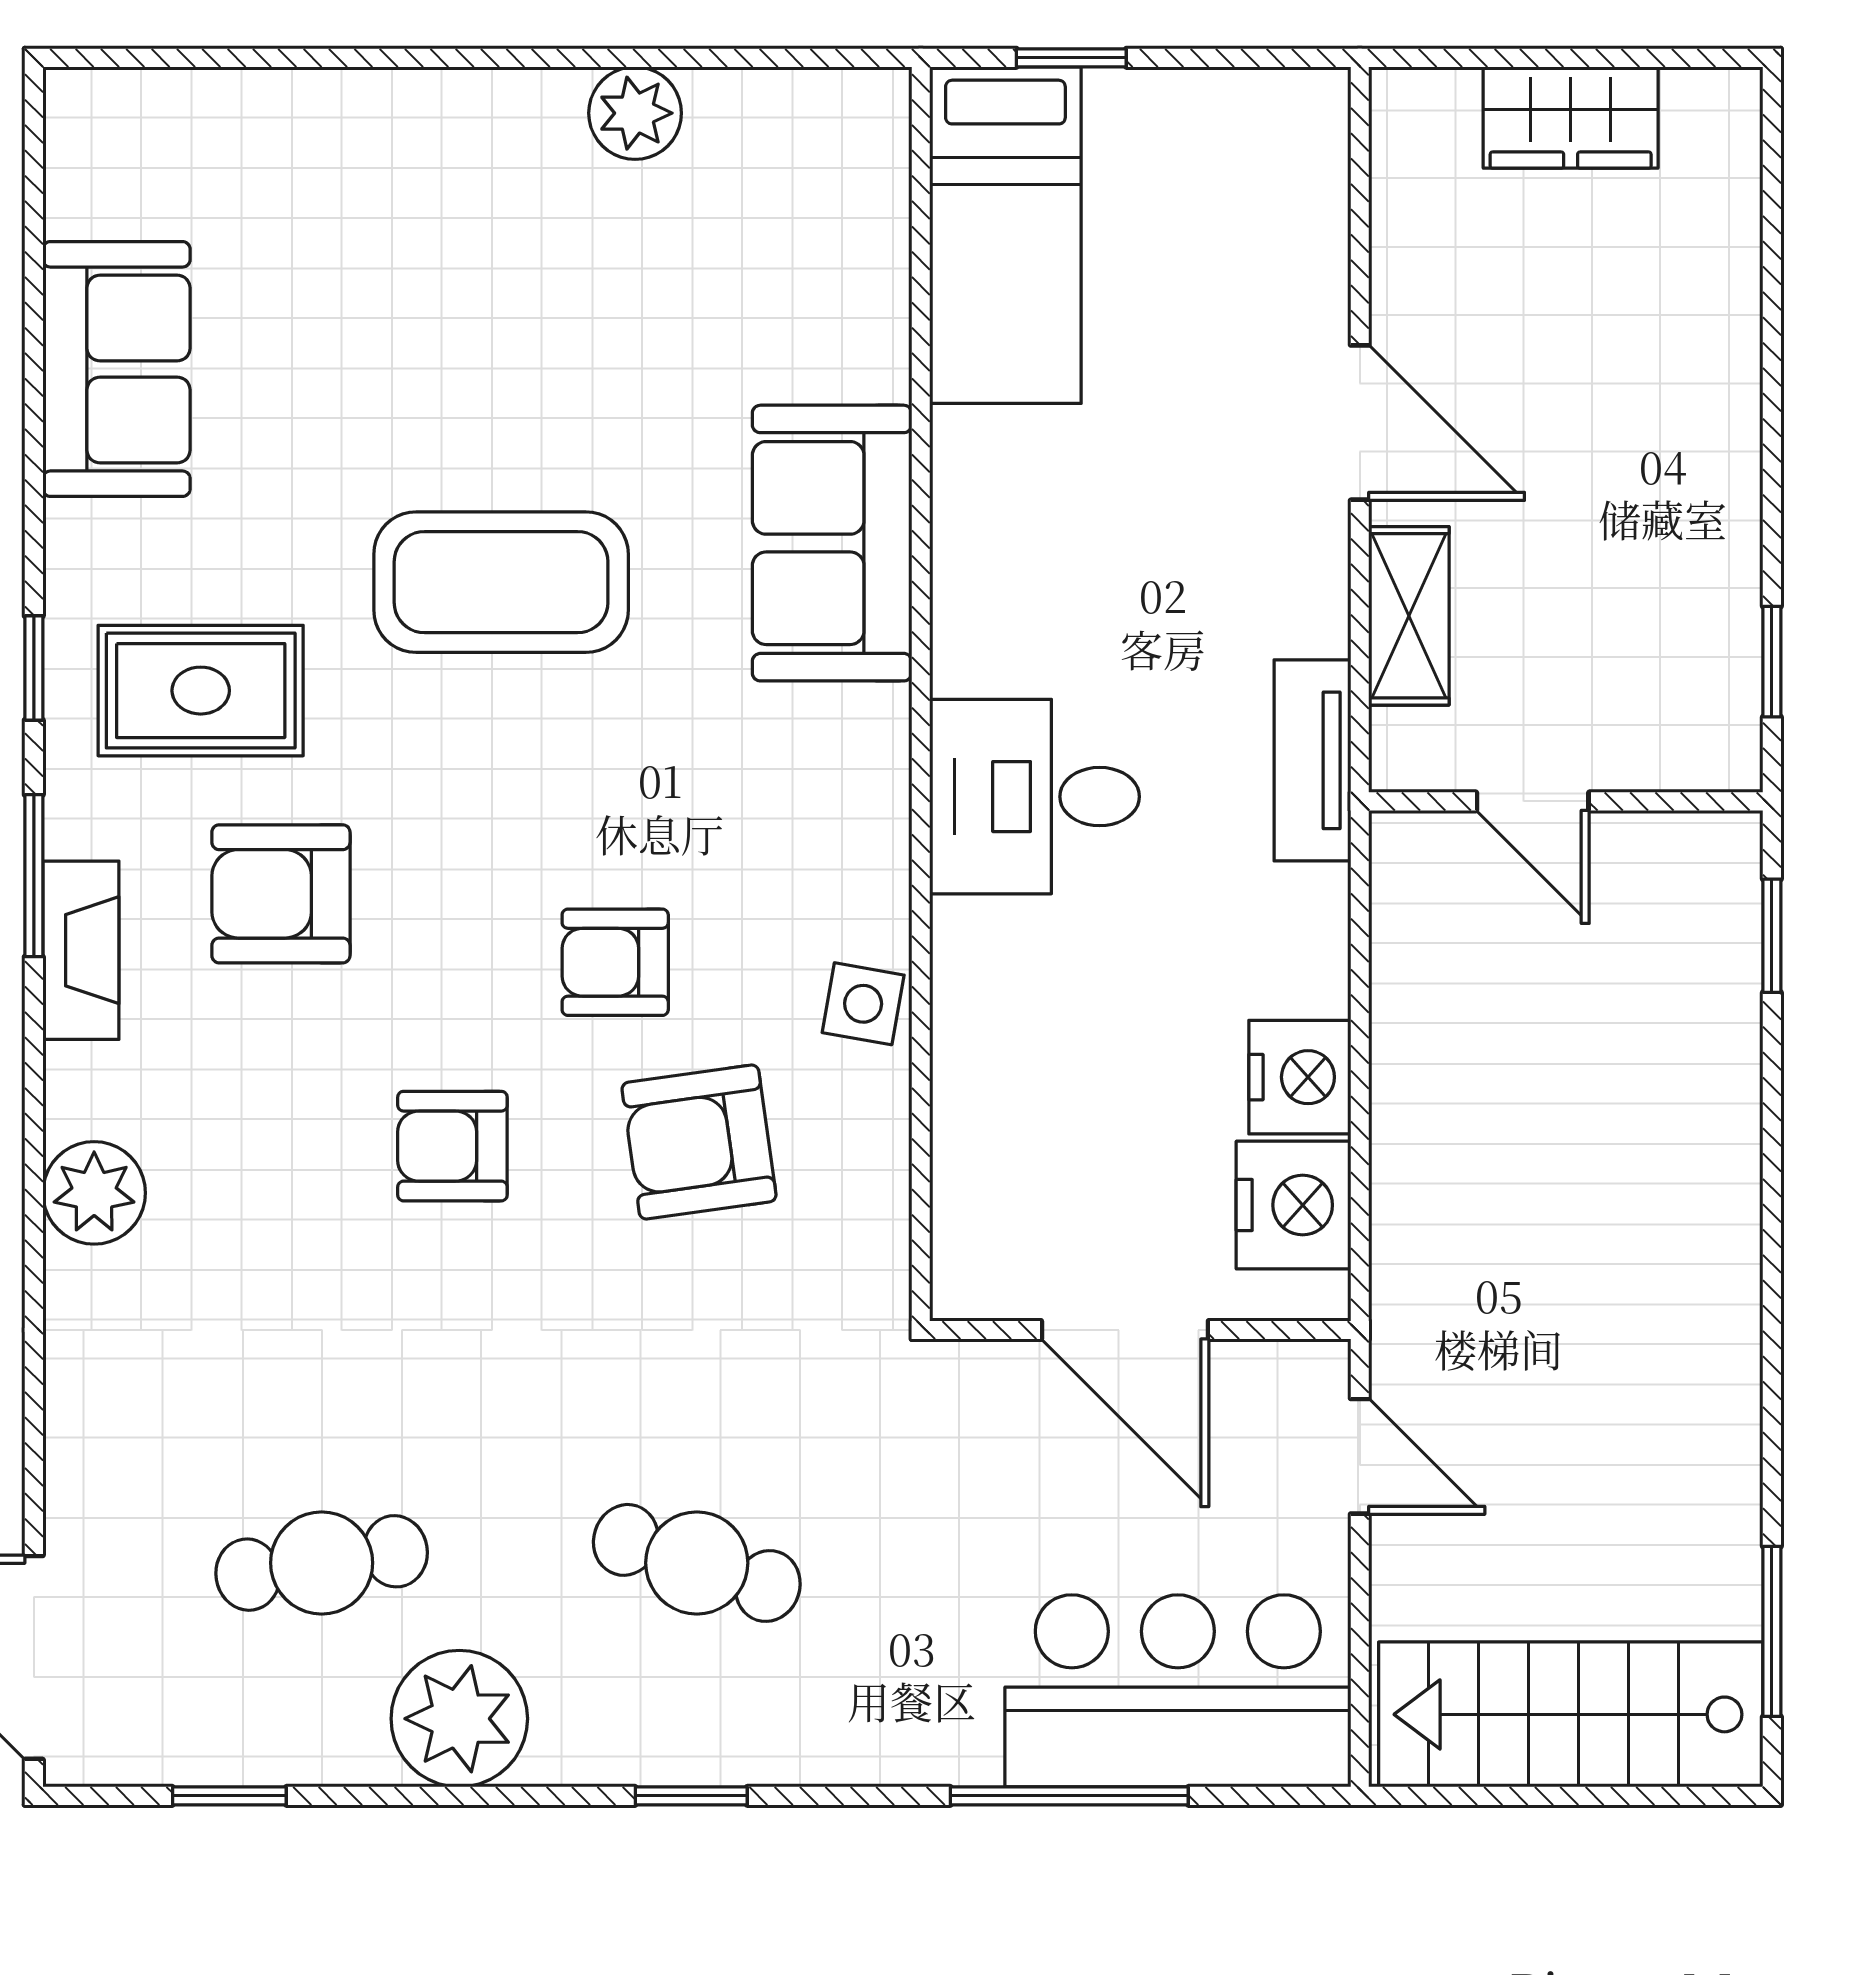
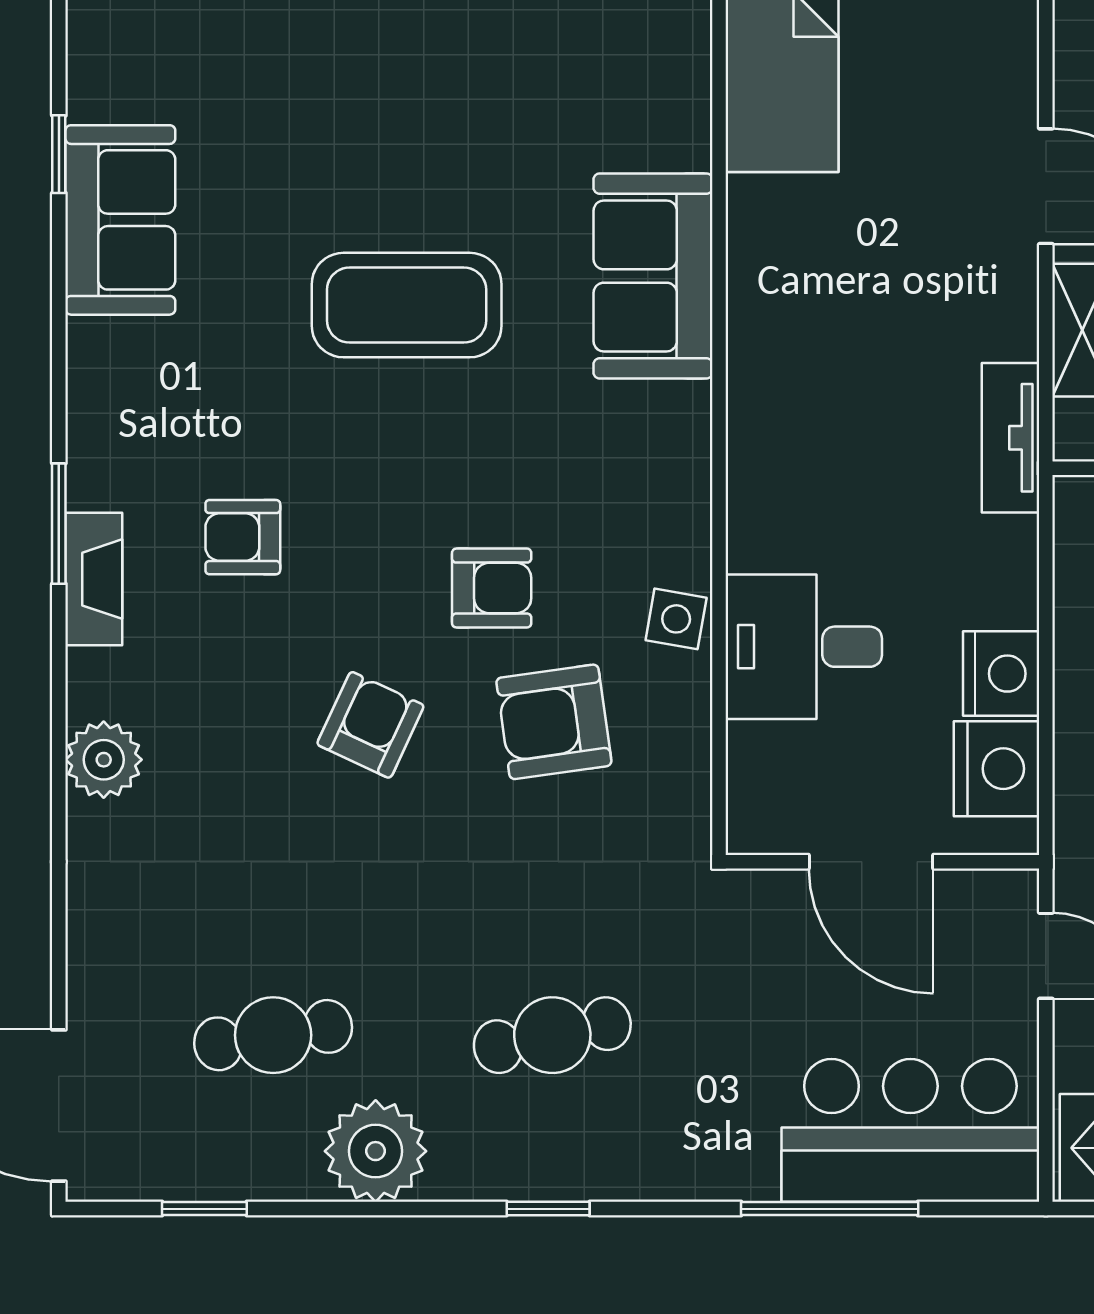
sofa: (116, 369) -> (120, 220), moved
window: (34, 668) -> (59, 154), moved
rug: (201, 691) -> (183, 386), removed
desk: (1035, 797) -> (804, 647), moved
armchair: (281, 894) -> (243, 537), width x0.72, depth x0.72
armchair: (615, 962) -> (492, 588), turned 180
armchair: (452, 1146) -> (370, 725), turned 115
cafe table: (697, 1563) -> (552, 1035), turned -30

